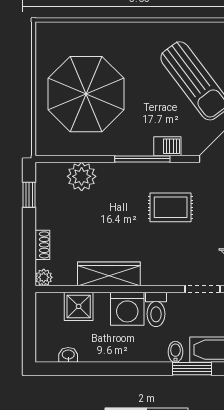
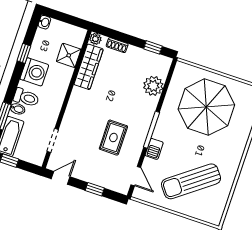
wardrobe: (109, 274) -> (89, 67), moved
washing machine: (127, 309) -> (34, 72), moved, turned 180
toilet: (156, 309) -> (26, 98), moved, turned 180
washbasin: (68, 355) -> (44, 22), moved
window: (97, 369) -> (24, 53), added

